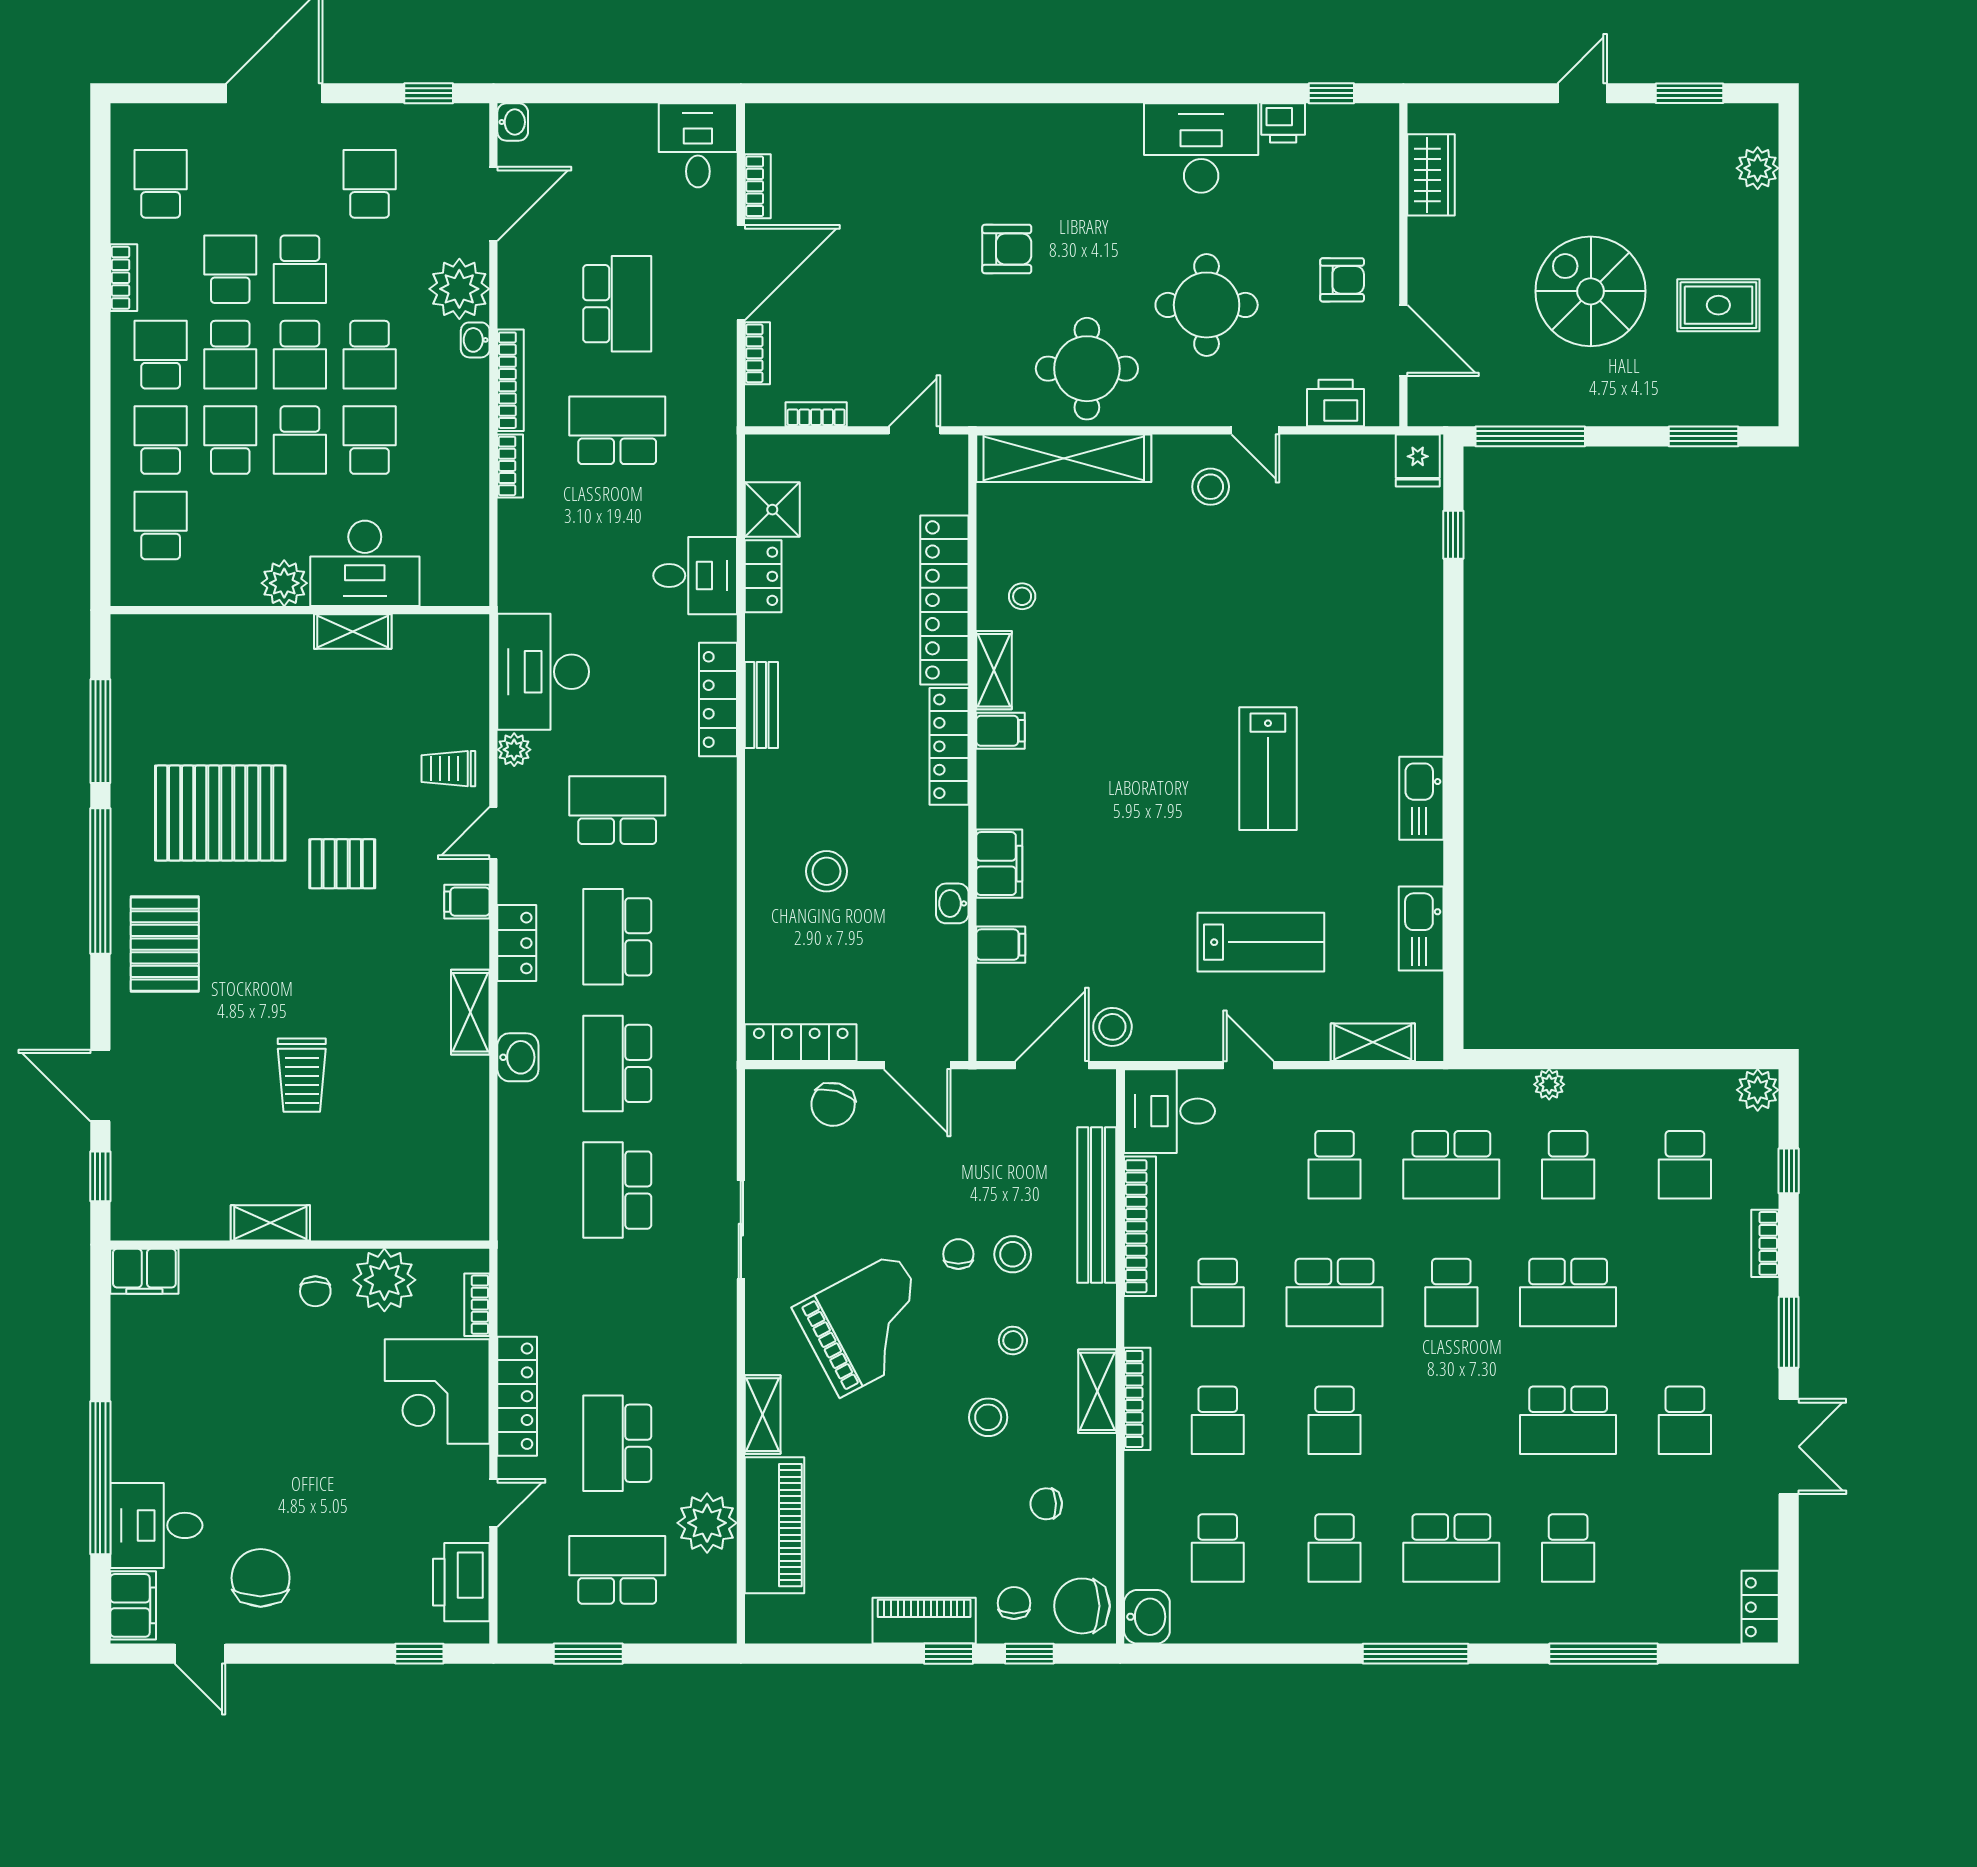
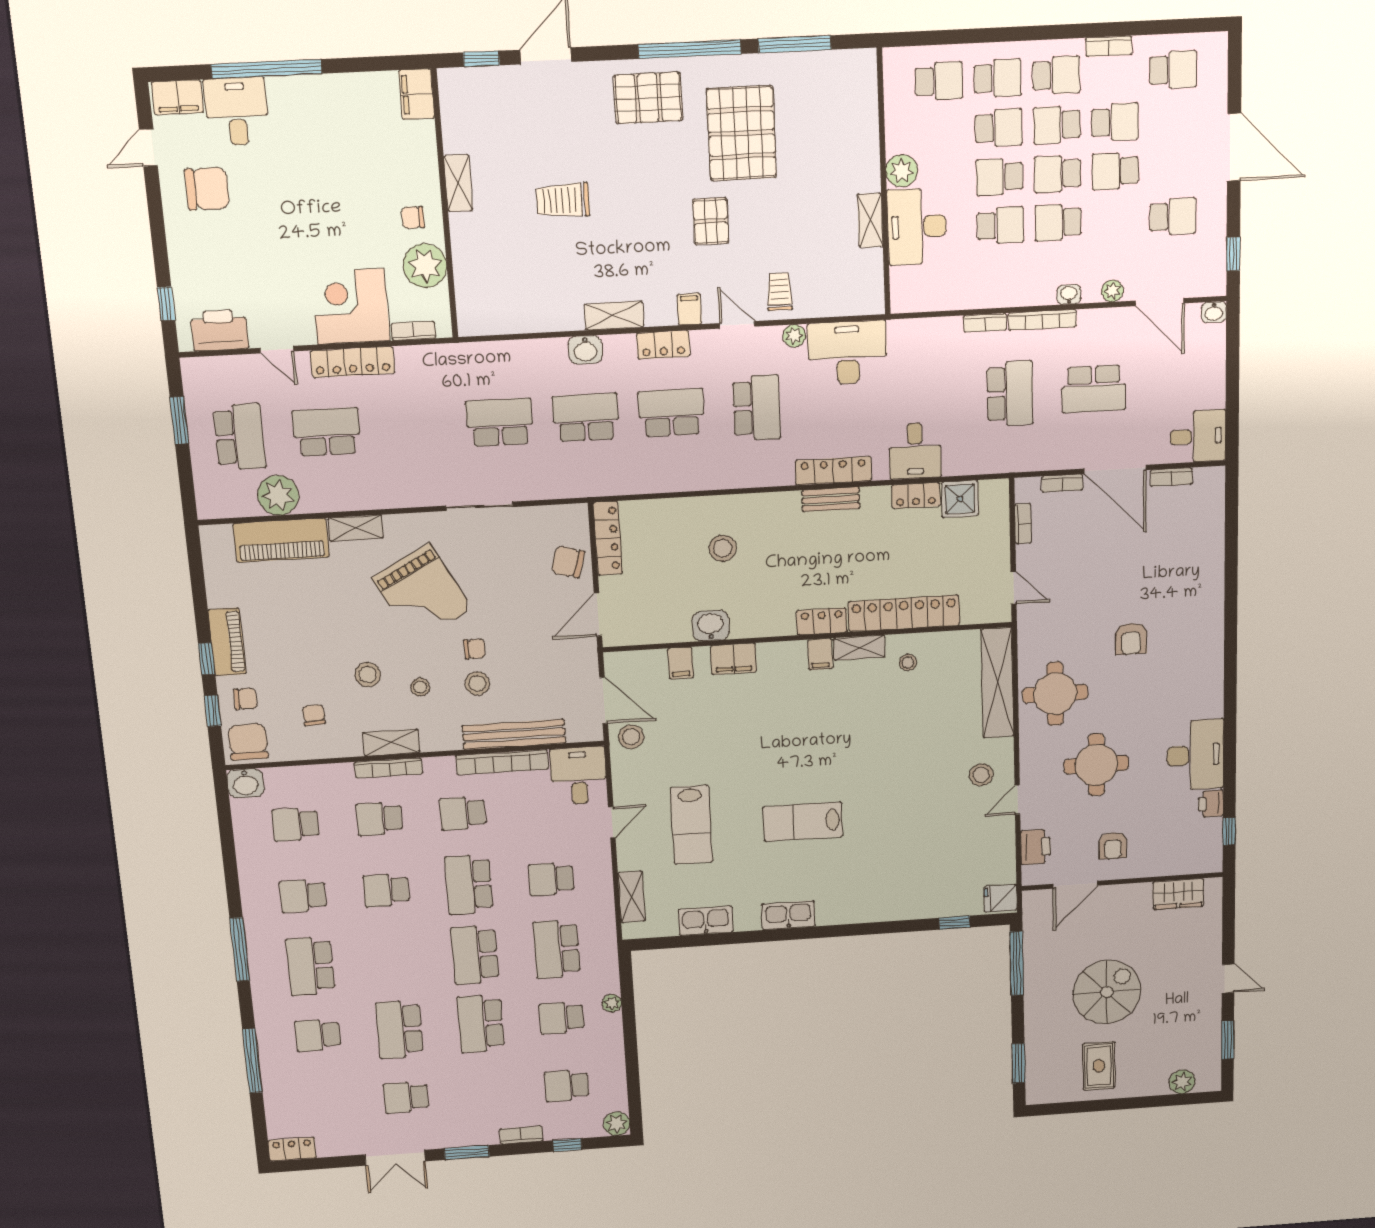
plant: (459, 289) -> (1112, 291), width x0.53, depth x0.53
locker: (949, 746) -> (822, 621), width x0.66
washbasin: (952, 903) -> (711, 626), width x1.38, depth x1.45
school desk: (1451, 1293) -> (475, 955), width x1.85

